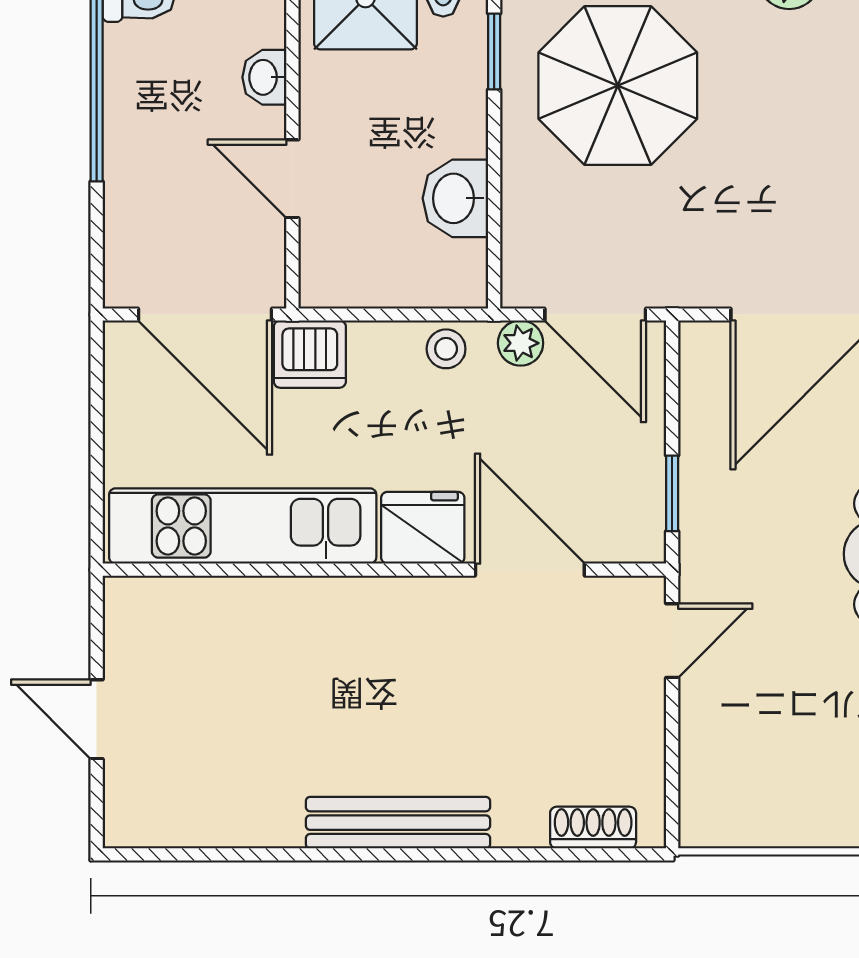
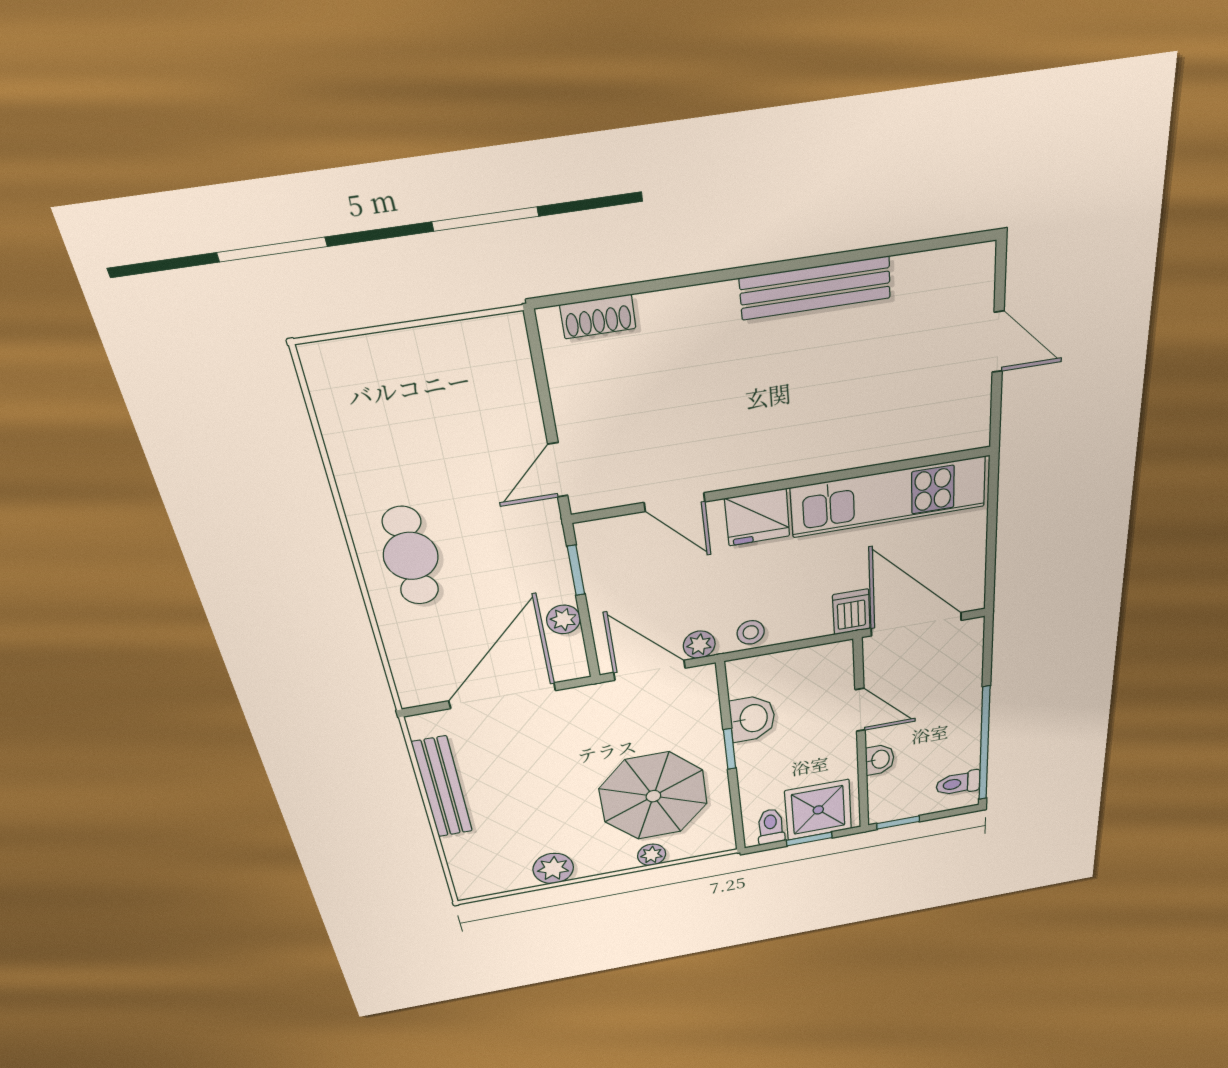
window: (494, 52) -> (730, 749), moved
dishwasher: (310, 354) -> (851, 612), width x0.73
plant: (701, 421) -> (563, 619), added
door: (530, 570) -> (675, 502), width x0.73
bench: (398, 823) -> (815, 288), moved

